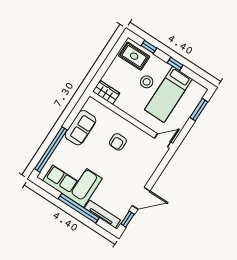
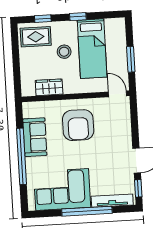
wardrobe: (106, 92) -> (49, 87), moved
window: (199, 110) -> (131, 59), moved
door: (163, 140) -> (117, 94), hinge flipped
armchair: (118, 142) -> (78, 125), width x1.88, depth x1.88
window: (51, 149) -> (22, 156), moved

